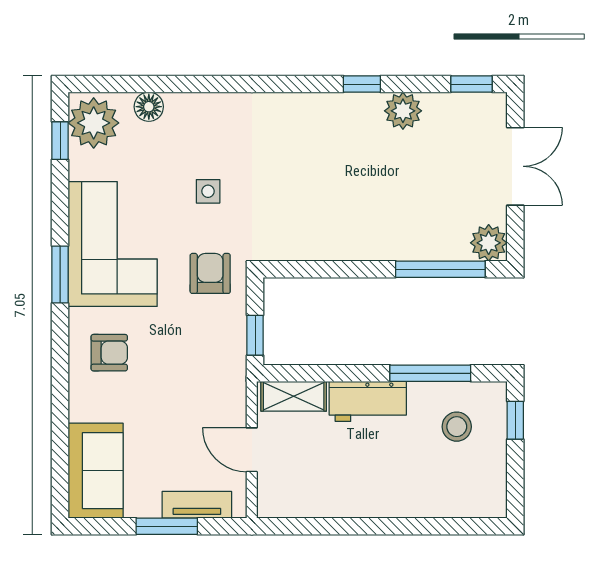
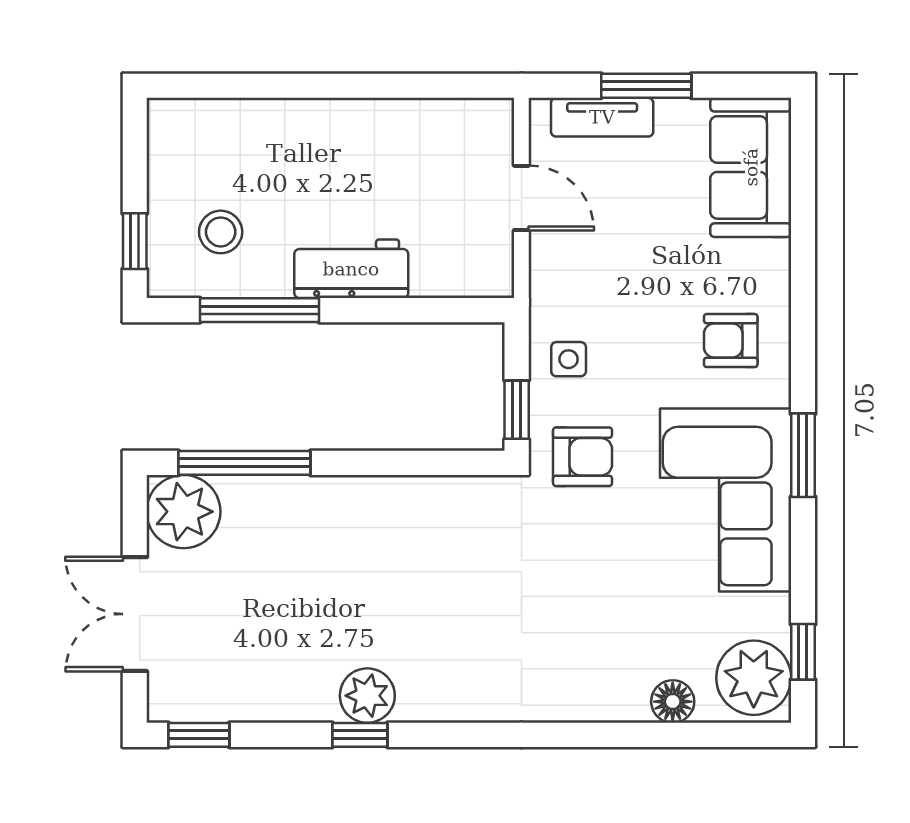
plant: (403, 111) -> (367, 696), moved
side table: (208, 191) -> (569, 359), moved
plant: (489, 243) -> (183, 512), width x1.36, depth x1.36
armchair: (210, 273) -> (583, 457), turned -90
window: (255, 335) -> (517, 410), moved
shelving: (294, 396) -> (460, 276), removed

